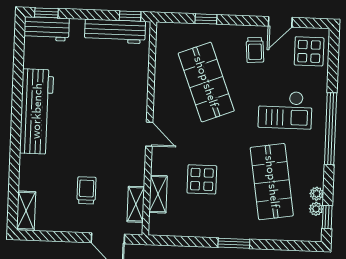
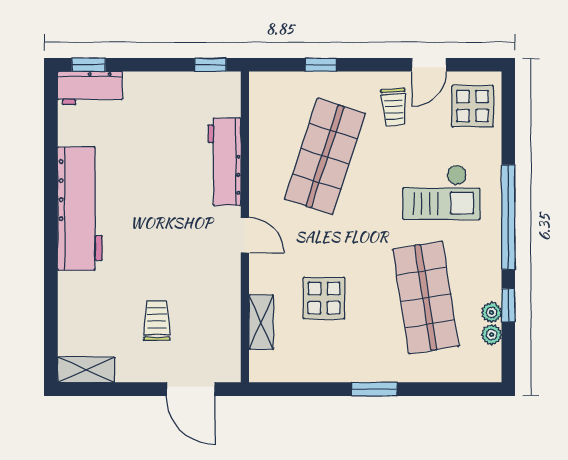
workbench: (115, 31) -> (225, 162), moved, turned 90
shop shelf: (206, 82) -> (325, 156), turned 39
shelving: (136, 204) -> (229, 338), removed
shelving: (26, 211) -> (86, 370), moved, turned 90
window: (327, 217) -> (508, 305), moved

